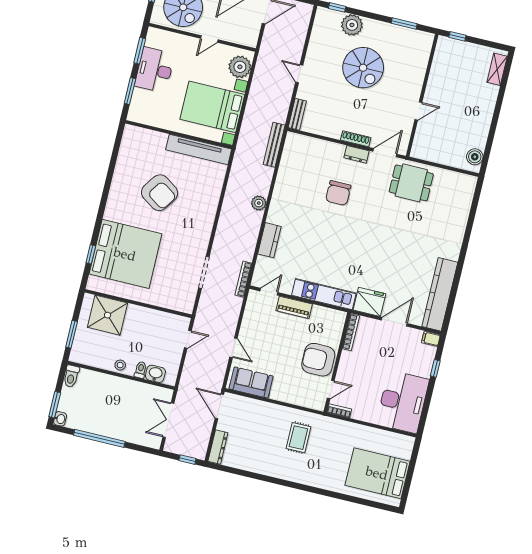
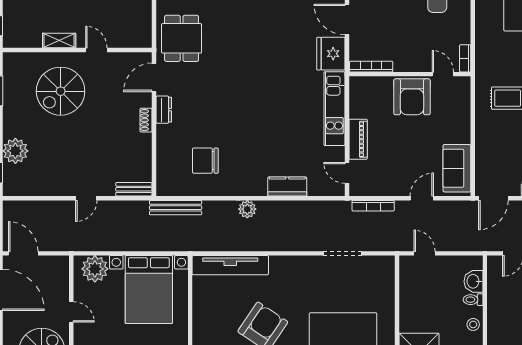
spiral stairs: (363, 68) -> (61, 91), moved, turned 180
shelving: (434, 82) -> (59, 41), added
shoe rack: (356, 139) -> (146, 120), width x0.70
tv unit: (199, 149) -> (230, 265), moved, turned 90
door: (385, 153) -> (154, 77), hinge flipped
chair: (338, 193) -> (205, 161), moved, turned 180
bookcase: (243, 279) -> (373, 206), moved

